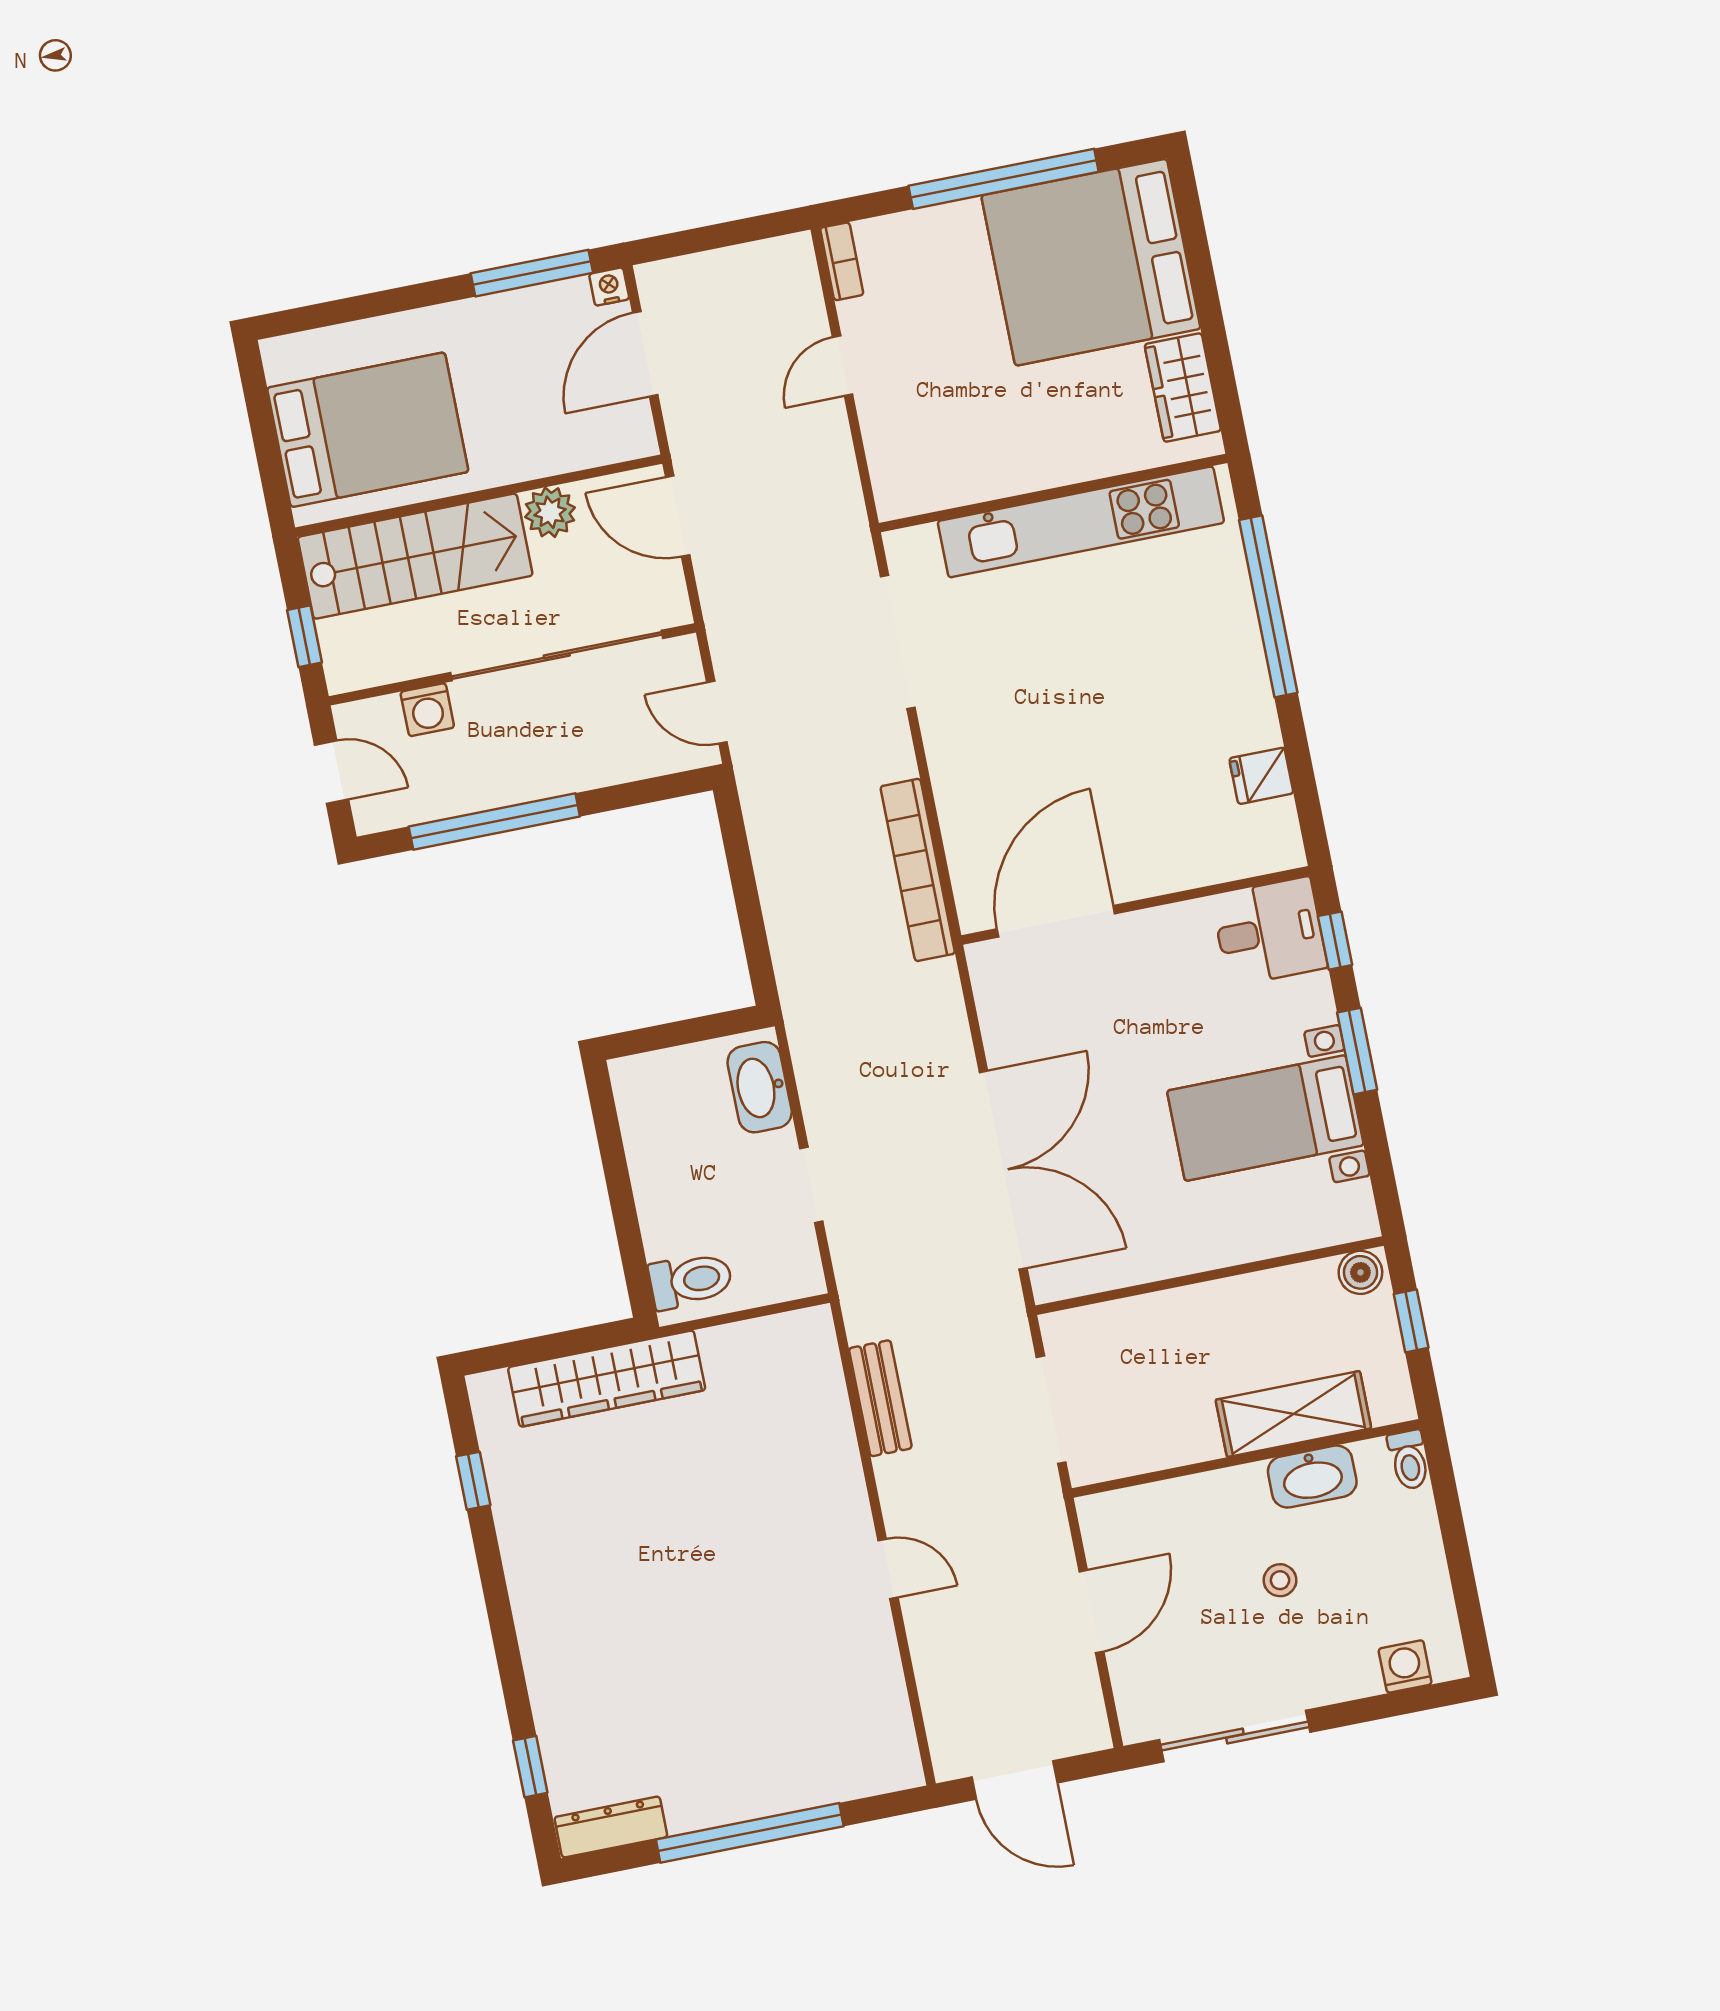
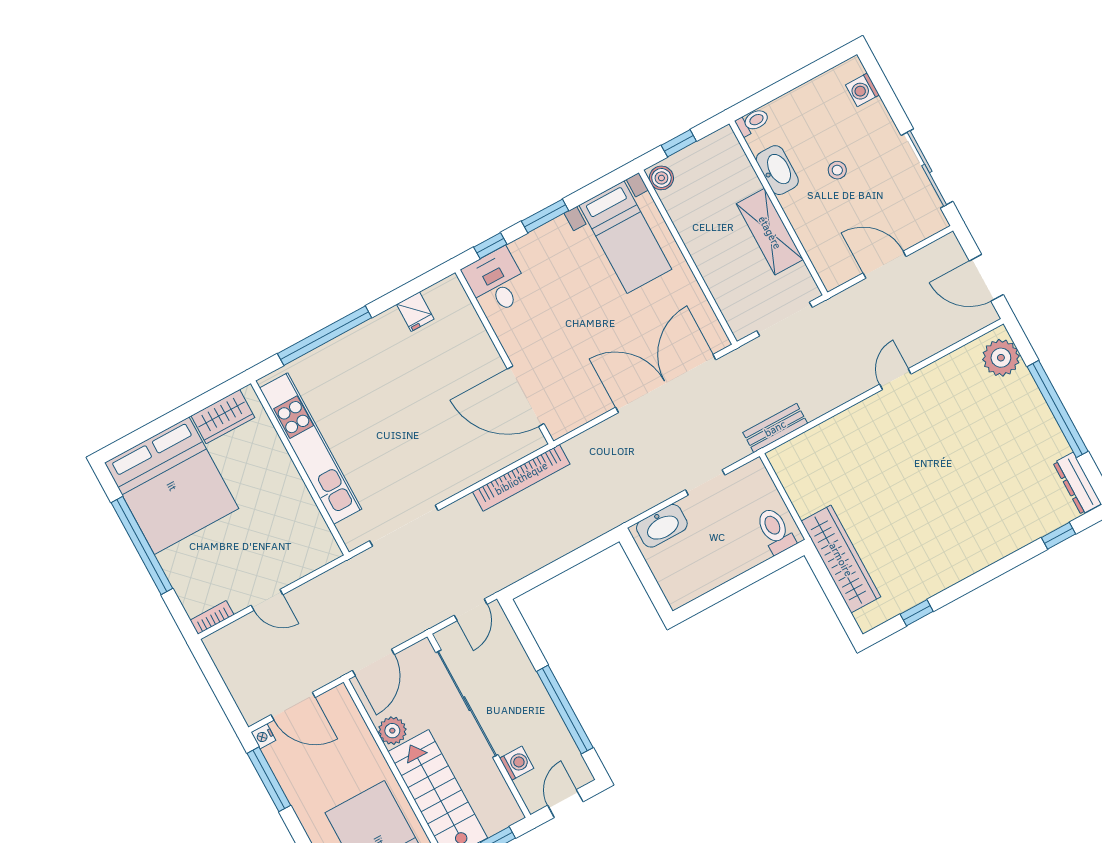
bed with nightstands: (1265, 1118) -> (625, 237), moved
bench: (880, 1398) -> (775, 428), moved
shelving: (1293, 1414) -> (770, 232), moved
plant: (869, 1763) -> (1001, 358), added
door: (1014, 1780) -> (986, 278), swing flipped

